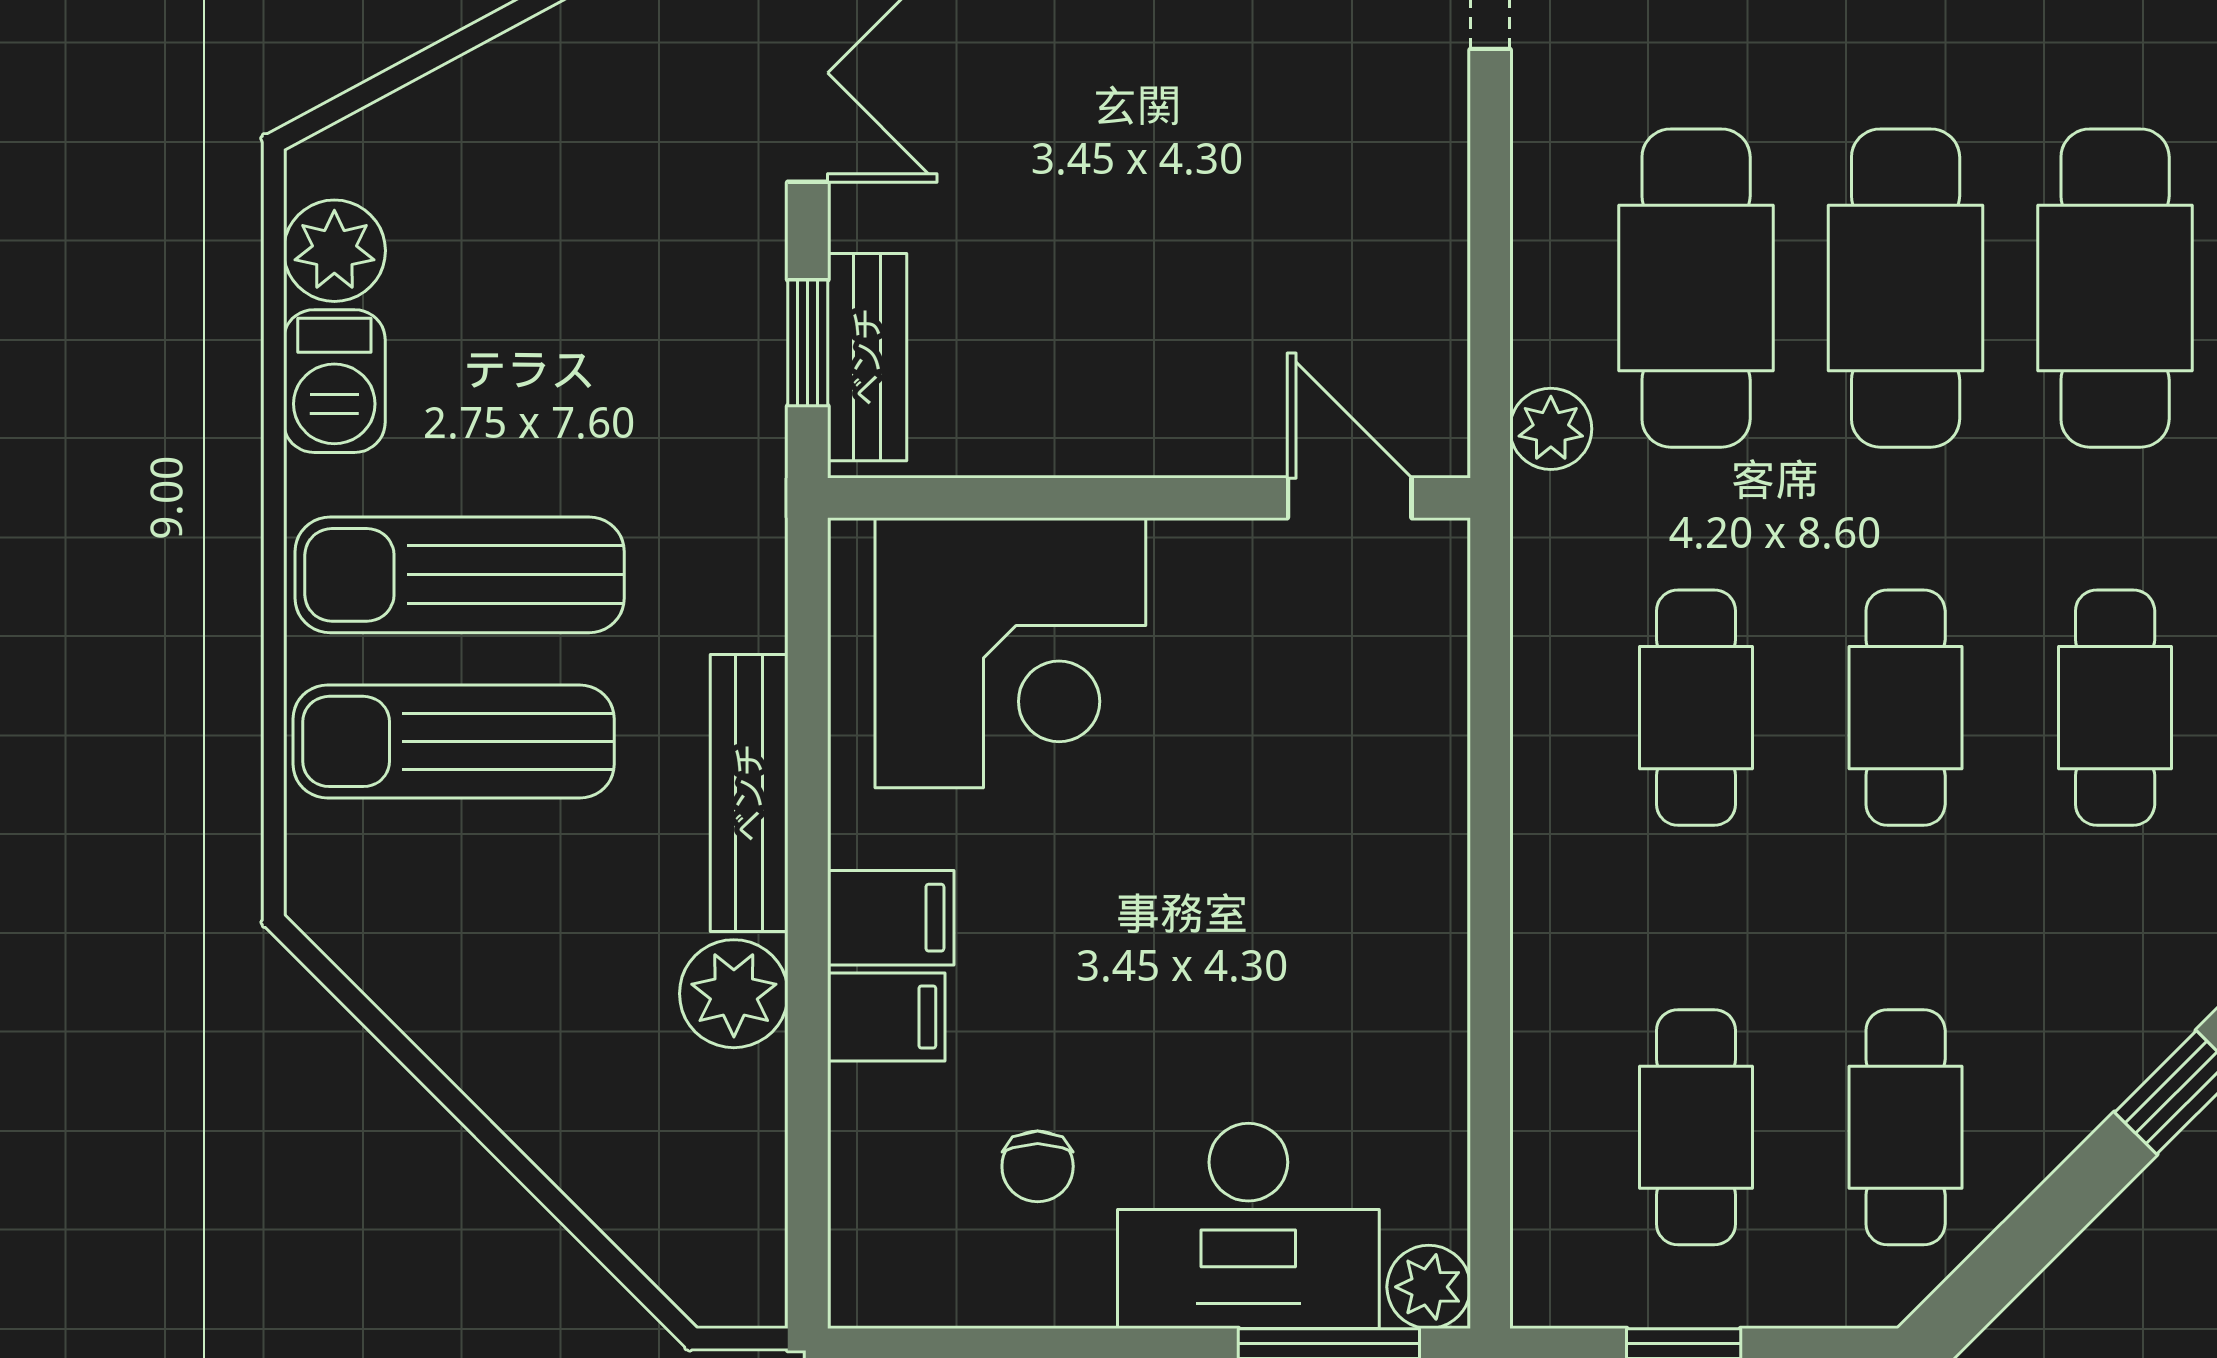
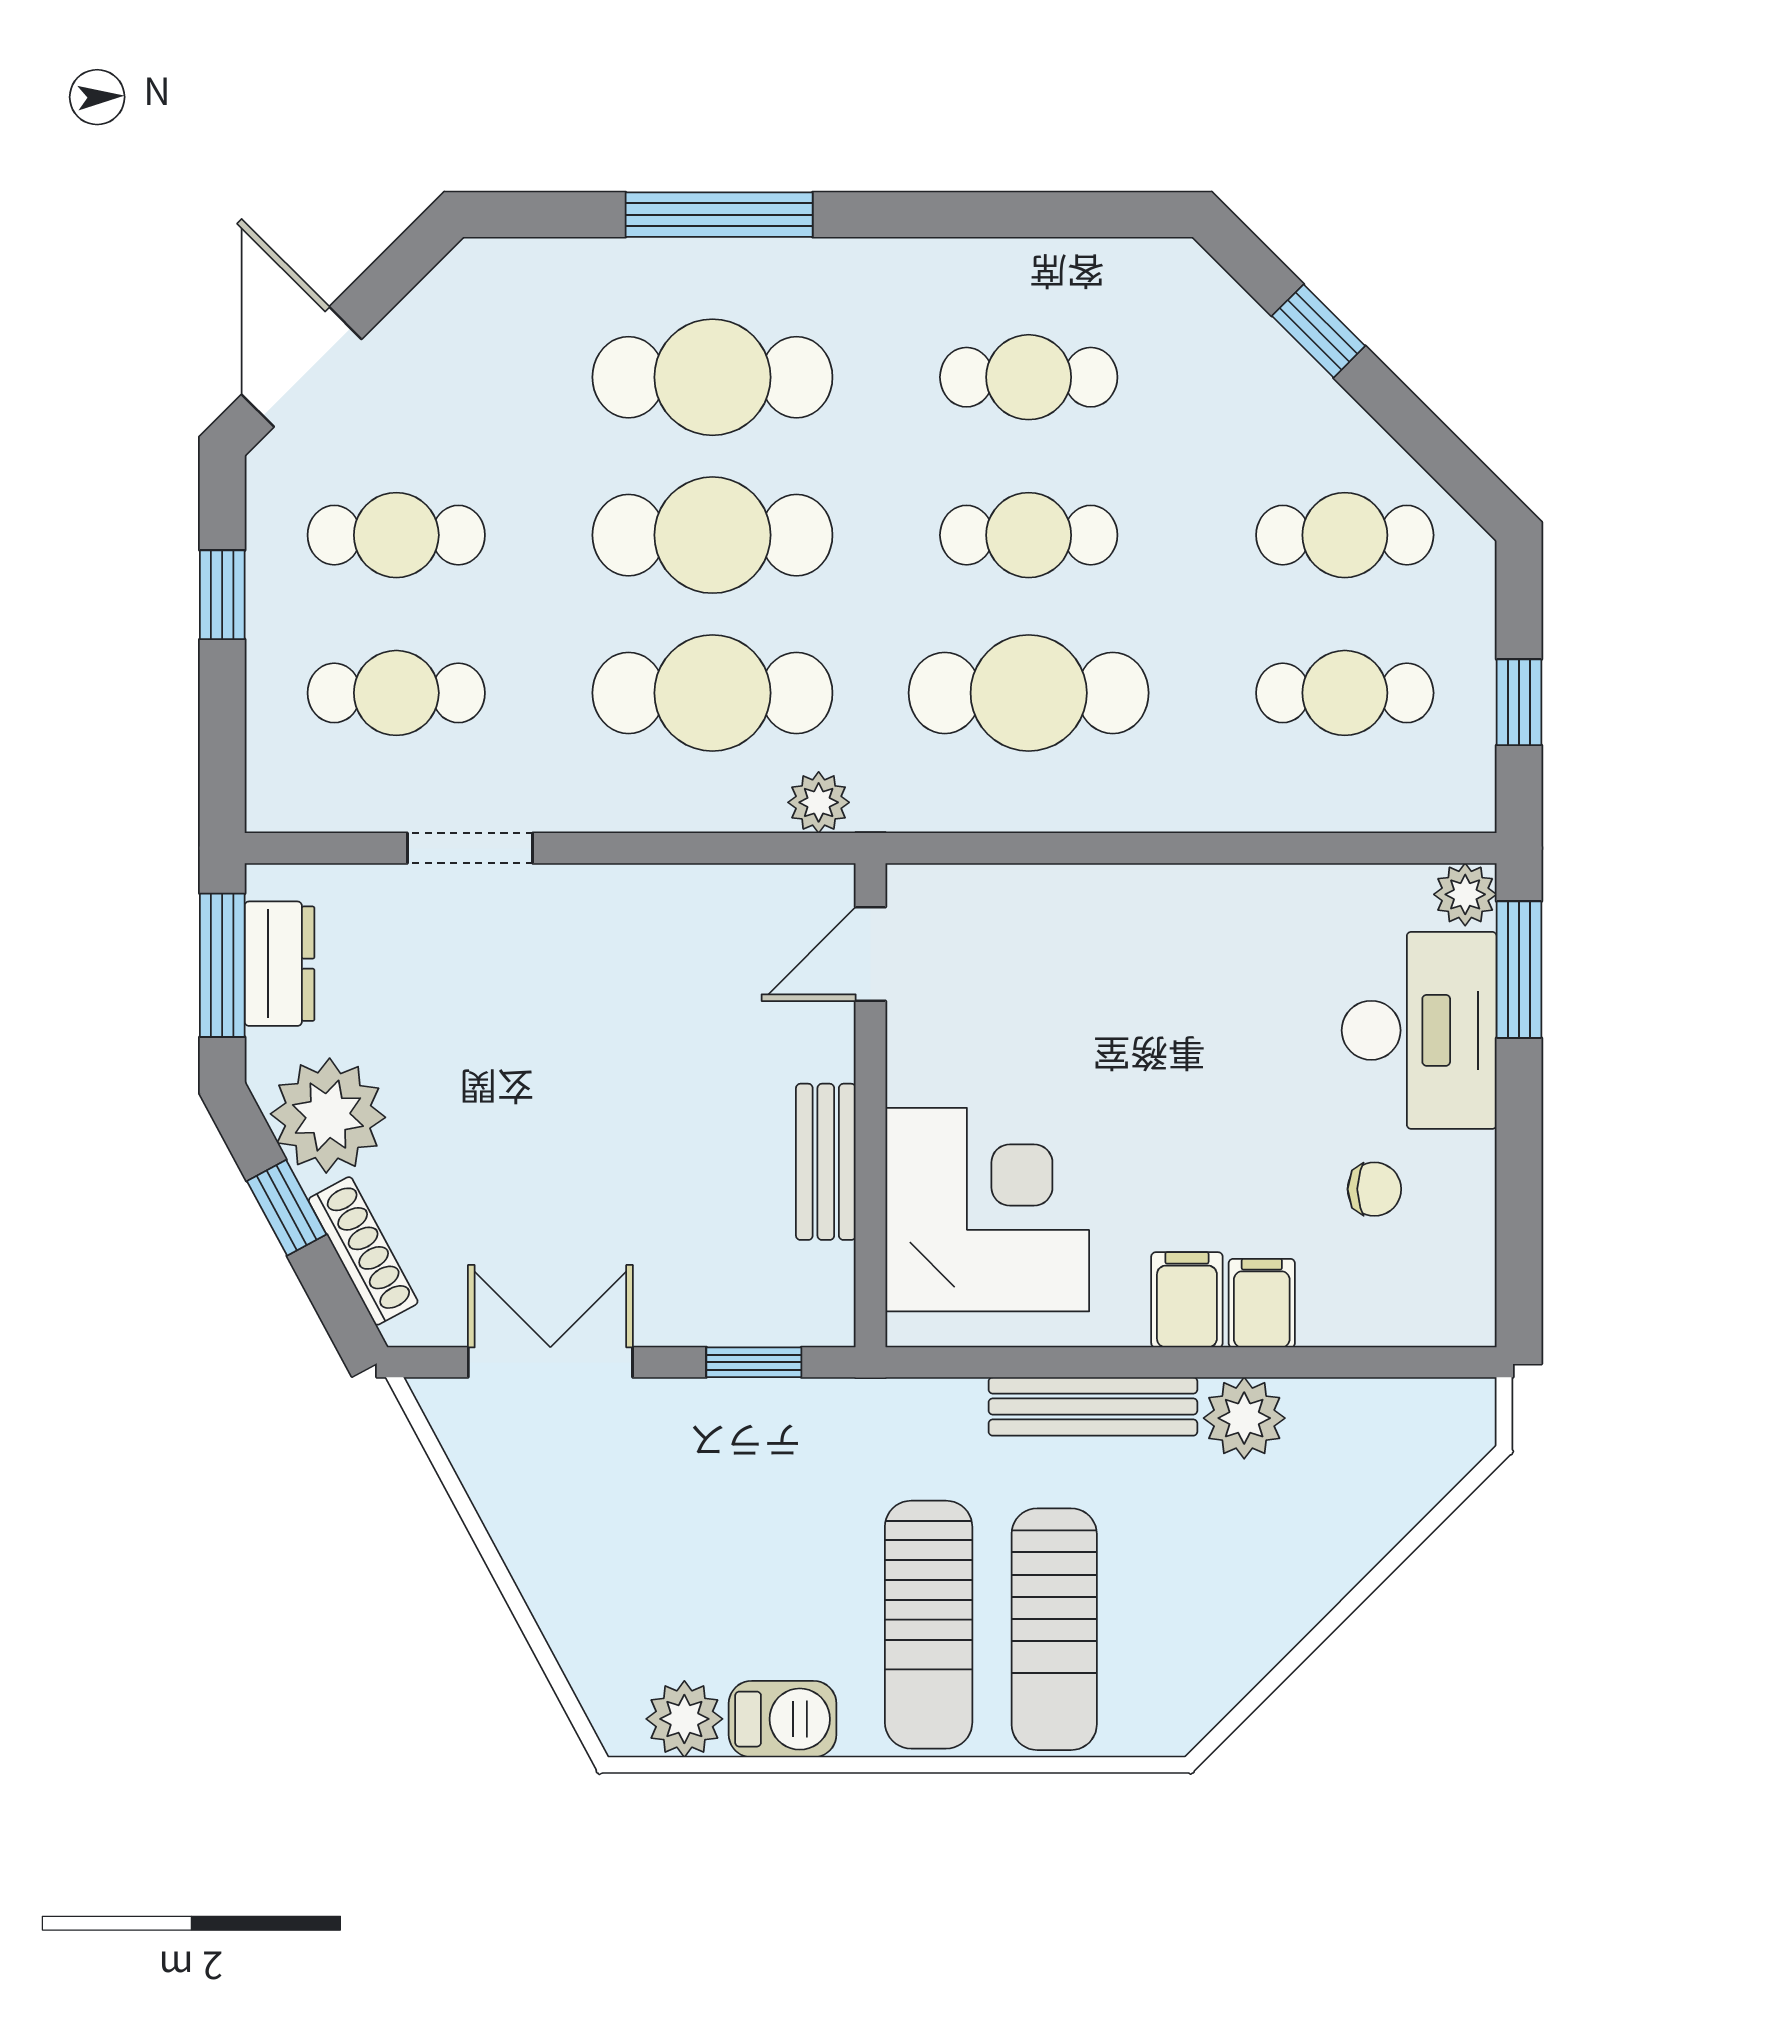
bench: (867, 357) -> (826, 1162), moved, turned 90
cafe table: (1696, 708) -> (1029, 693), width x1.37, depth x1.35

